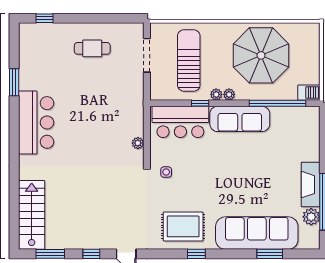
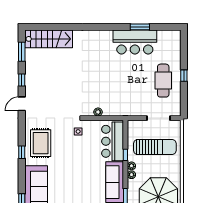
window: (45, 18) -> (184, 76), moved
cafe table: (92, 48) -> (163, 81), width x1.37, depth x1.35
bar counter: (36, 122) -> (135, 42), moved

